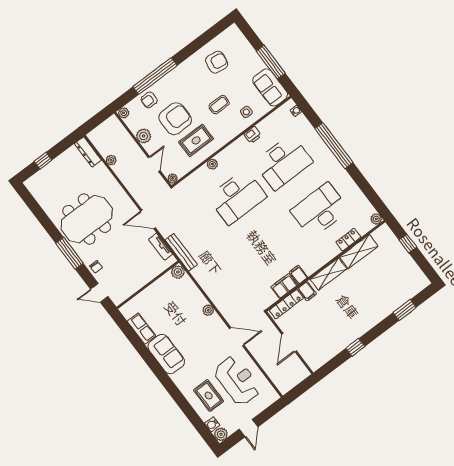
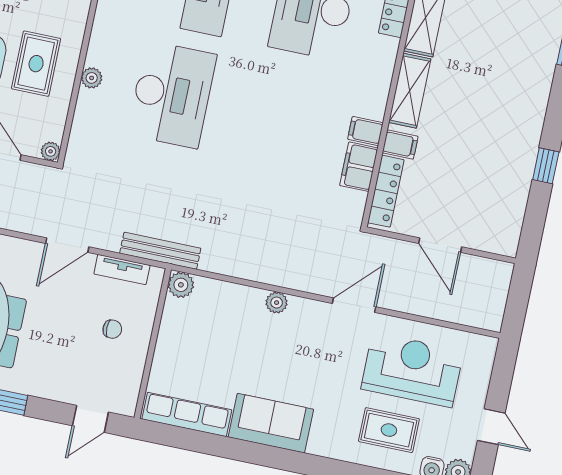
chair: (96, 267) -> (112, 329), moved
row of seats: (142, 329) -> (187, 414), width x1.48

